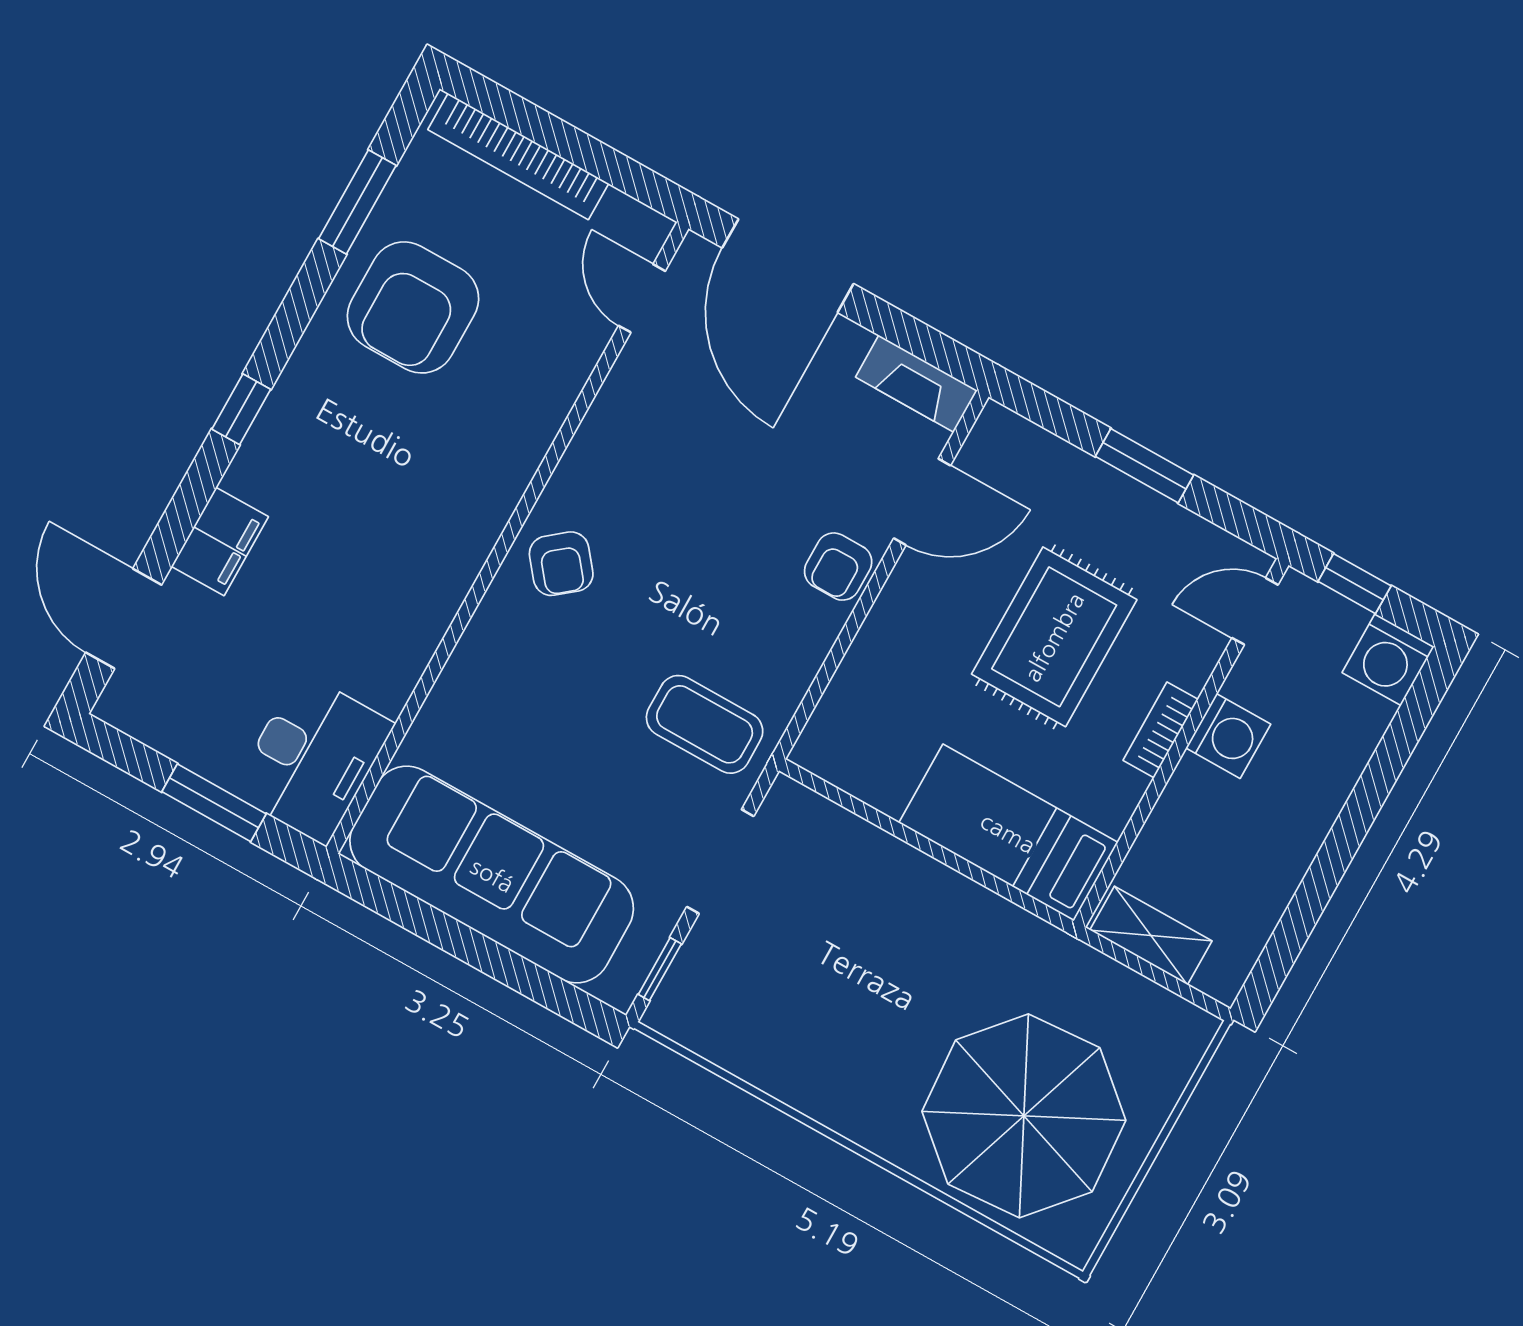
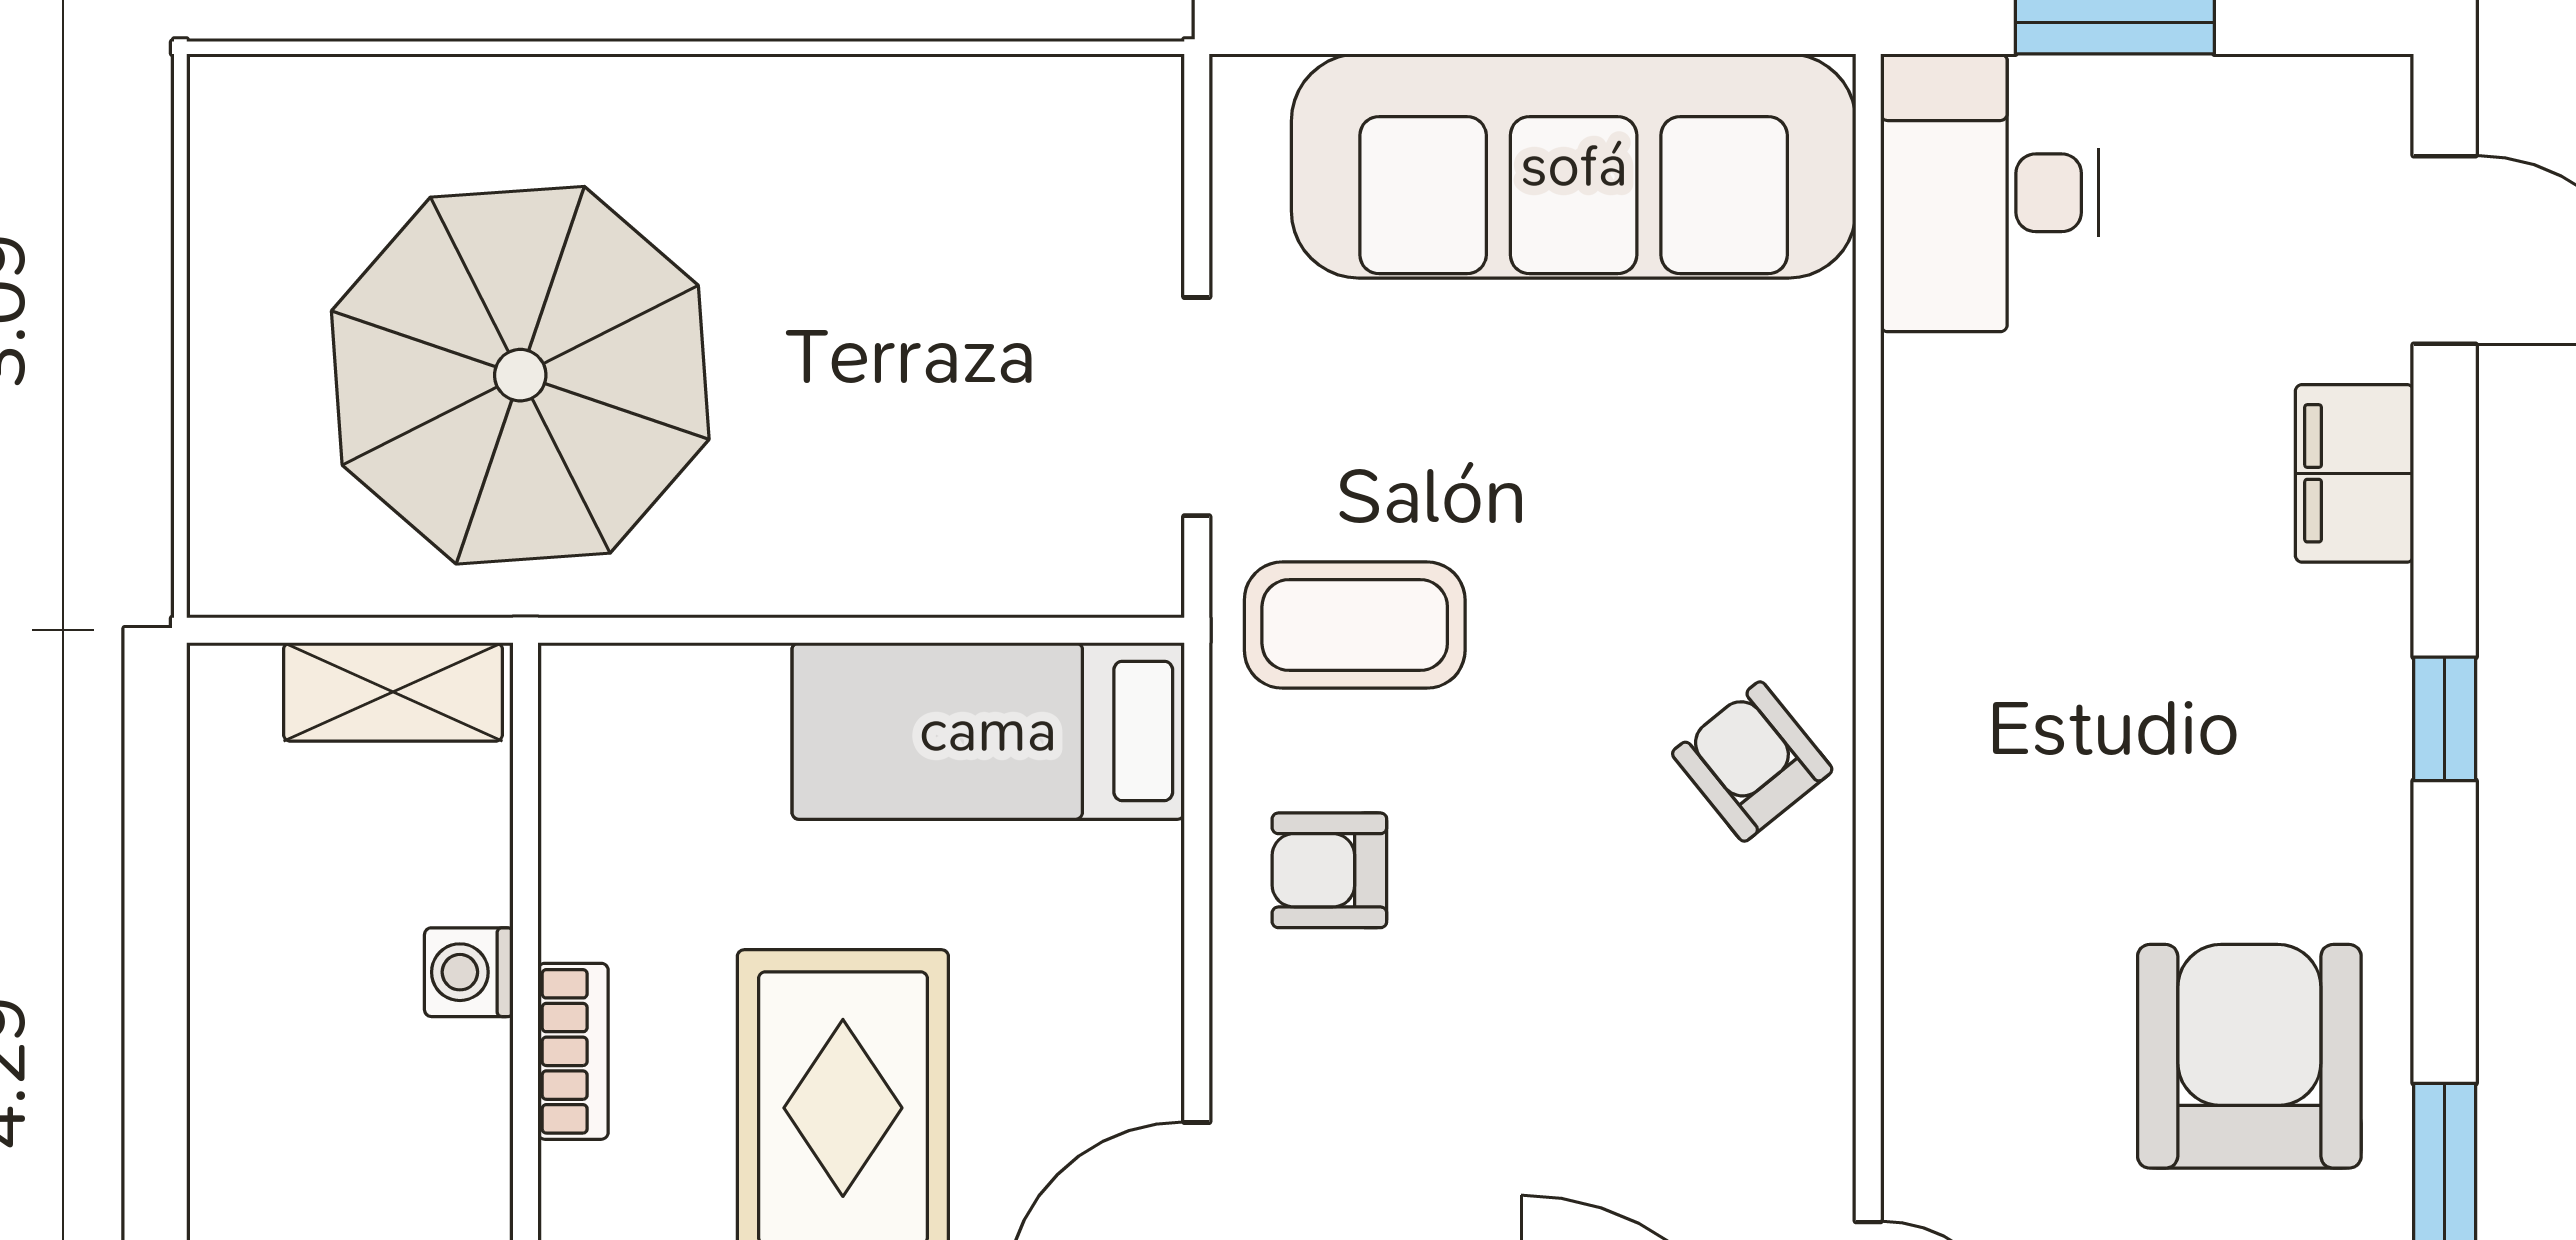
armchair: (838, 567) -> (1329, 870), moved, turned -90
washing machine: (1228, 736) -> (469, 972), moved, width x0.73, depth x0.73
bed: (1008, 833) -> (988, 731), moved, turned 180
window: (660, 969) -> (1197, 166), removed
parasol: (1024, 1116) -> (520, 375), moved

